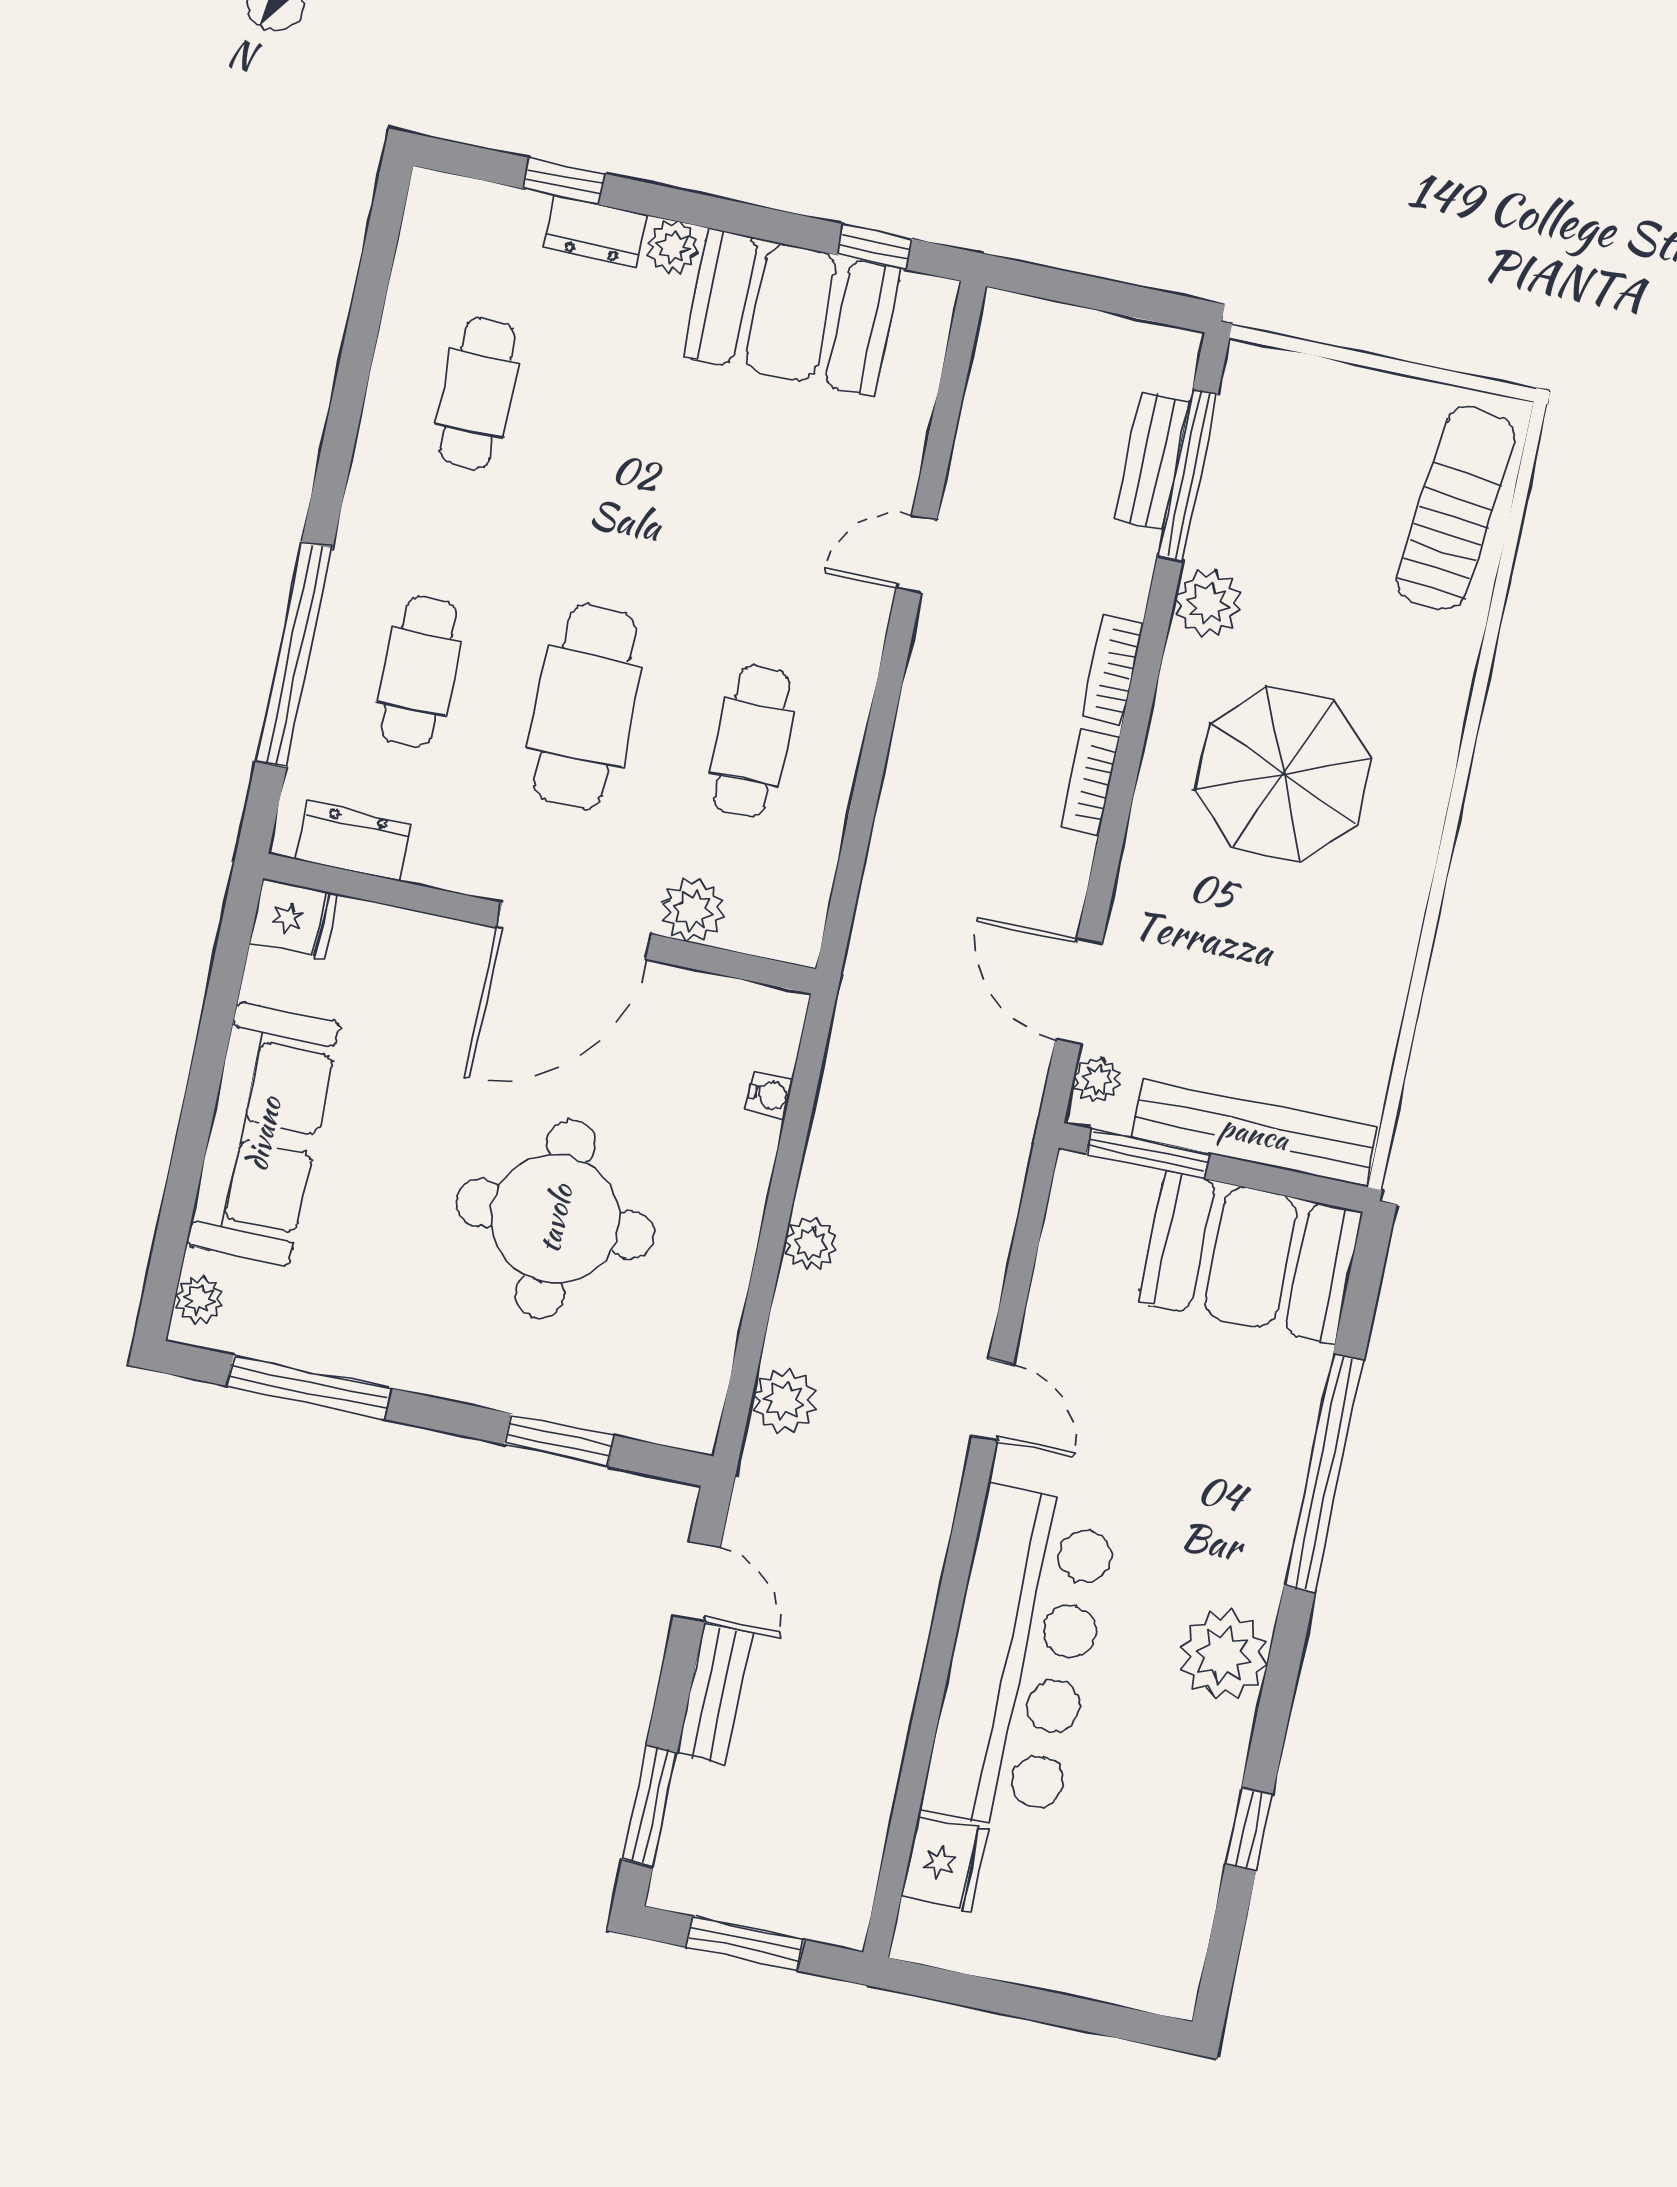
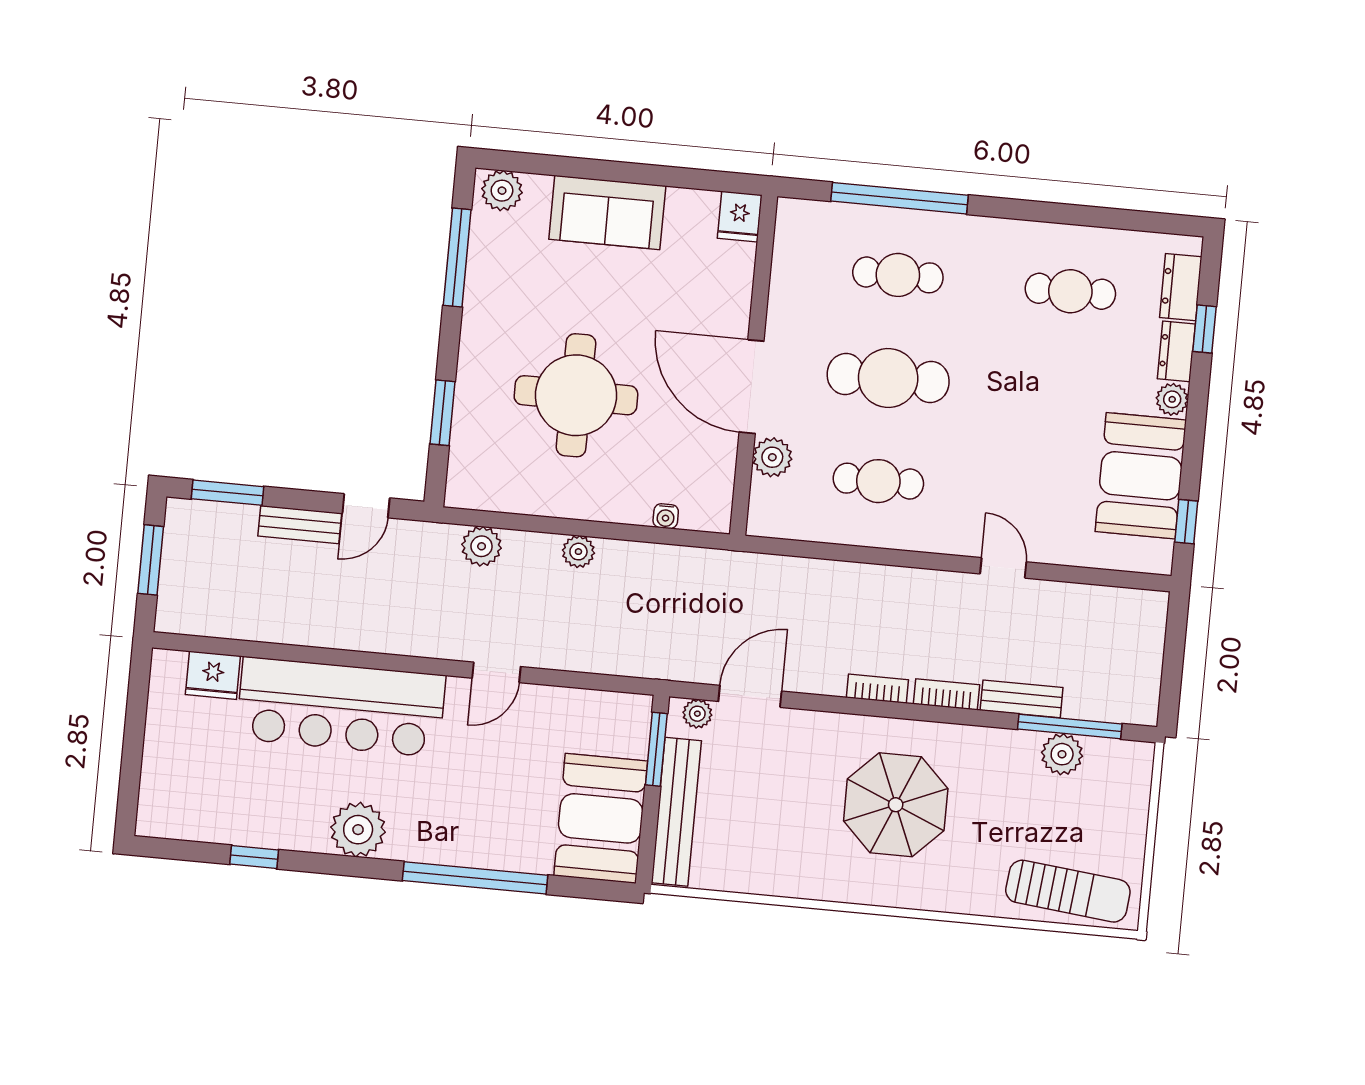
bench: (1152, 461) -> (1022, 699), moved
plant: (1208, 603) -> (1062, 754), moved
dresser: (354, 841) -> (1181, 287), moved, turned 180
sofa: (263, 1134) -> (607, 212), width x0.73
plant: (199, 1300) -> (502, 191), width x1.38, depth x1.38

